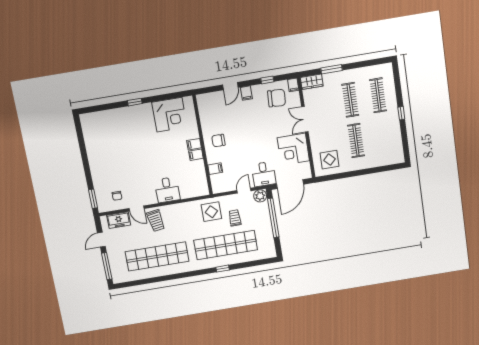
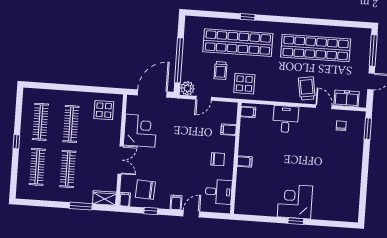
corner desk: (169, 115) -> (295, 201), moved
clothes rail: (383, 136) -> (40, 122), added
filing cabinet: (196, 155) -> (248, 112), moved
desk: (264, 174) -> (219, 192), moved, turned 90

